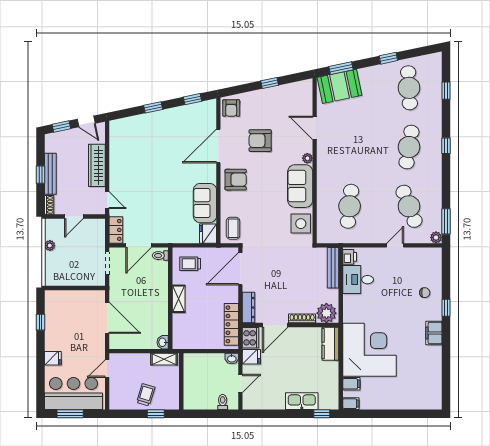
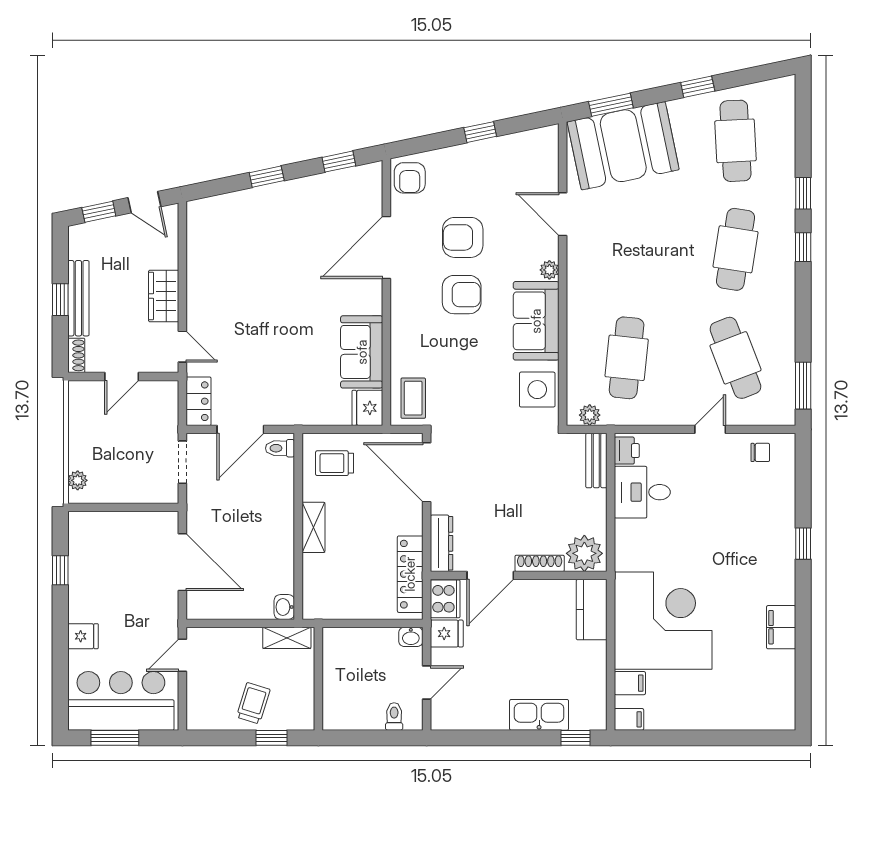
booth: (339, 86) -> (623, 146), width x1.36, depth x1.42
window: (446, 91) -> (803, 193), moved
wardrobe: (97, 165) -> (164, 296), width x0.67
armchair: (236, 180) -> (462, 295), moved
plant: (436, 237) -> (590, 415), moved
plant: (50, 246) -> (78, 480), moved
bench: (333, 268) -> (596, 461), width x0.73
door: (240, 269) -> (427, 472), hinge flipped
chair: (425, 293) -> (760, 452), moved
filing cabinet: (434, 333) -> (781, 627), moved

